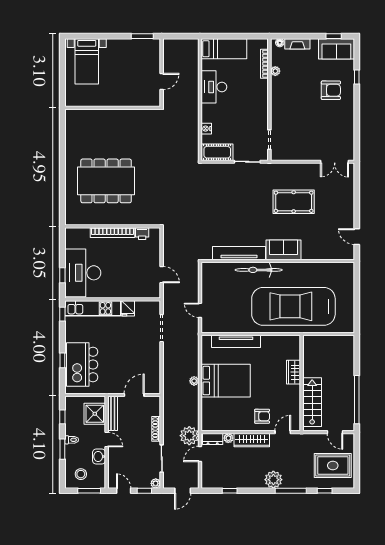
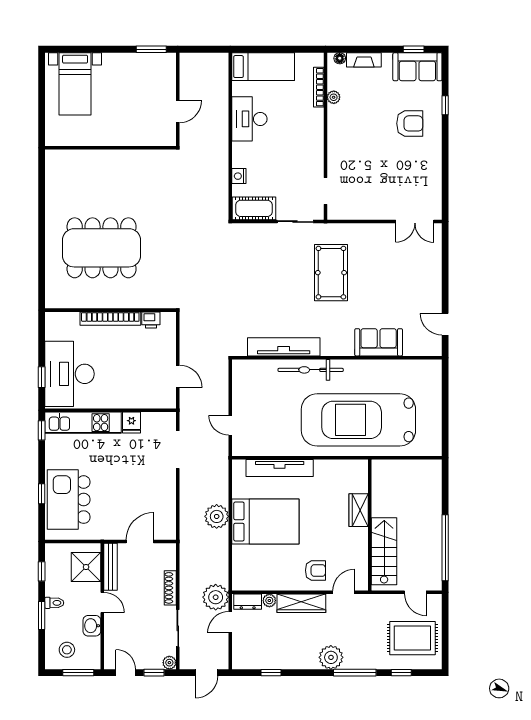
pool table: (294, 202) -> (331, 273), moved, turned 90
sofa: (284, 250) -> (379, 342), moved
plant: (194, 381) -> (217, 516), width x1.87, depth x1.87

